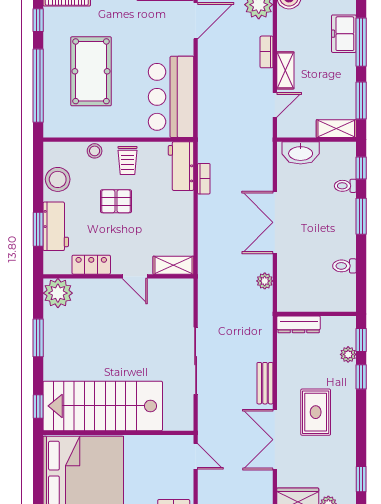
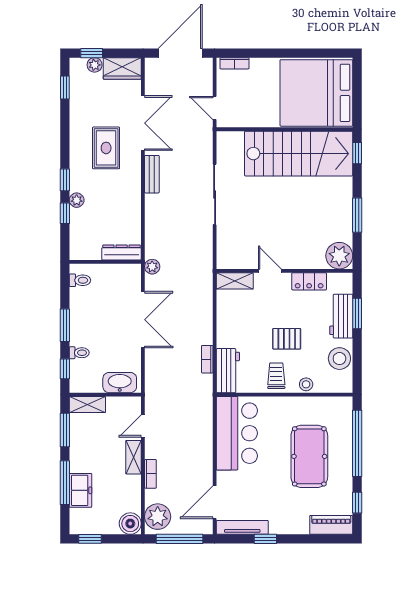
wall: (317, 314) -> (105, 262), moved
dresser: (299, 324) -> (122, 252), moved

